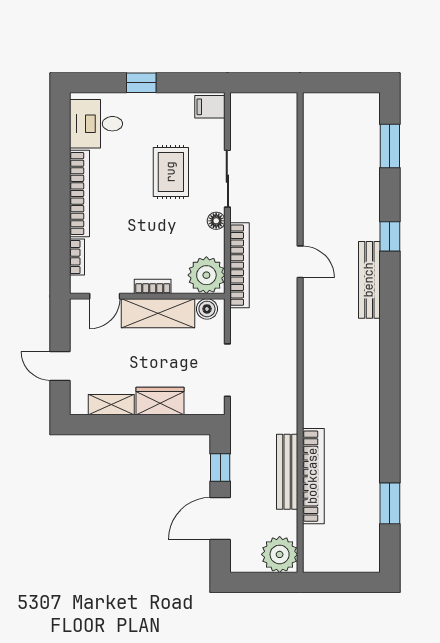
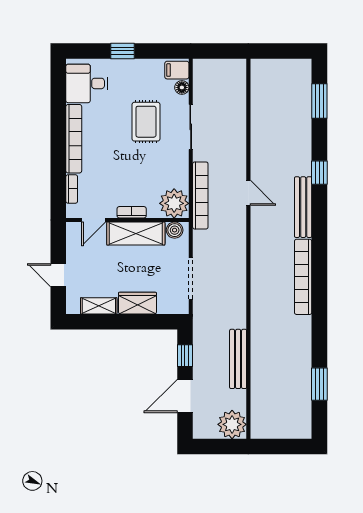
floor lamp: (216, 221) -> (182, 87), moved
bookcase: (313, 476) -> (303, 277), moved, turned 180

